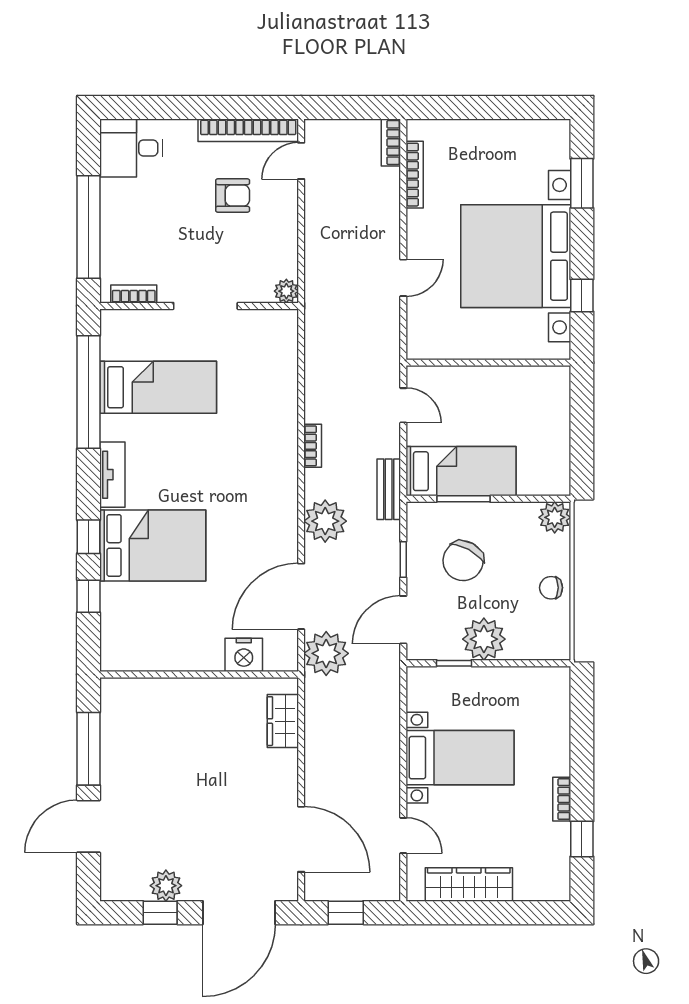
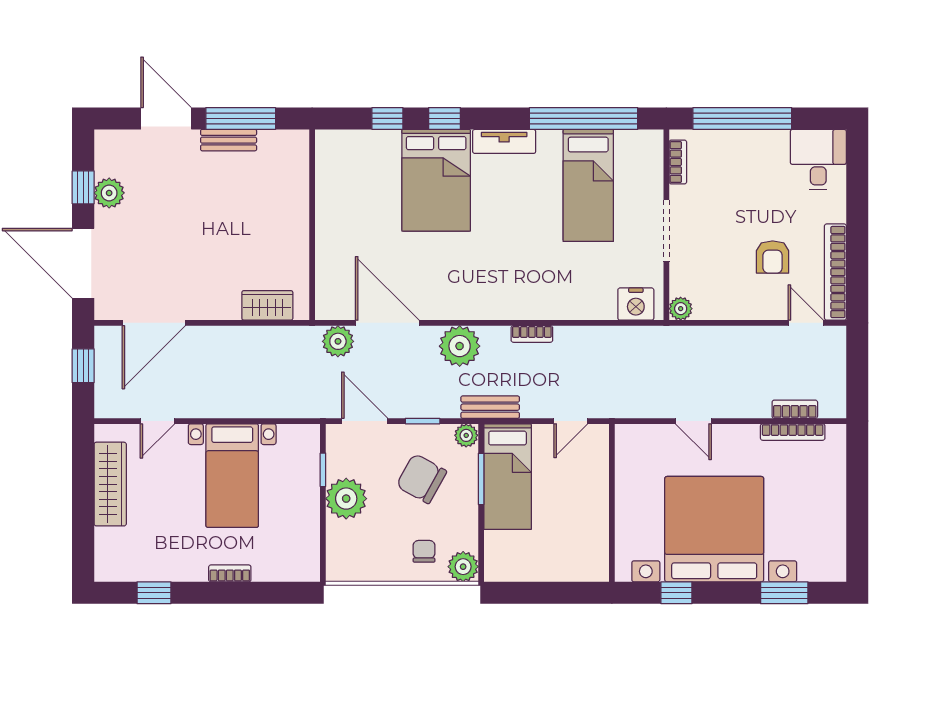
bookcase: (391, 142) -> (795, 409), moved
plant: (418, 514) -> (466, 435), added
chair: (551, 588) -> (424, 551), moved
plant: (326, 653) -> (338, 341), width x0.73, depth x0.73
nightstand: (244, 655) -> (636, 304), moved, turned -90
bench: (111, 761) -> (229, 140), added
bookcase: (562, 799) -> (230, 573), moved

